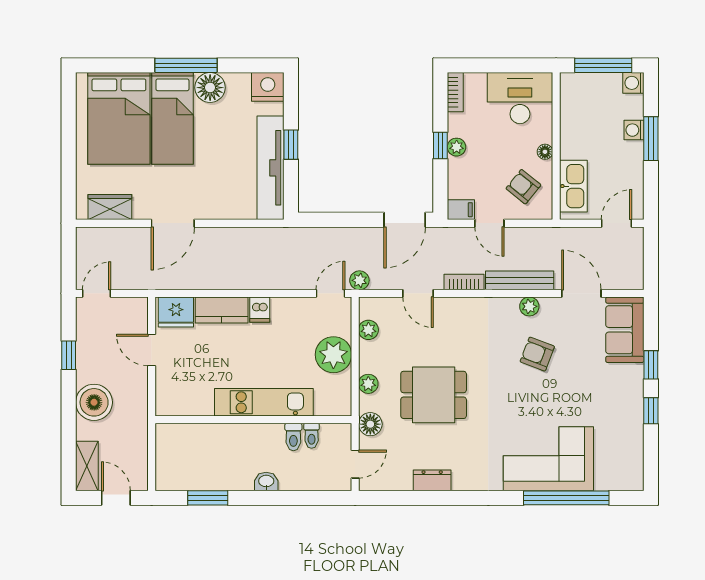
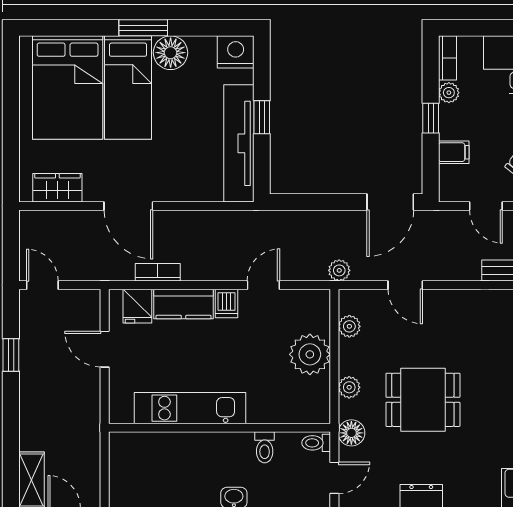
window: (186, 65) -> (143, 28), width x0.69
plant: (457, 147) -> (449, 93), moved
filing cabinet: (461, 210) -> (454, 152), moved
door: (173, 223) -> (128, 206), hinge flipped
bookcase: (464, 282) -> (158, 272), moved
door: (97, 293) -> (42, 285), hinge flipped
door: (330, 293) -> (263, 285), moved
fridge: (176, 312) -> (137, 306), width x0.72
boiler: (94, 402) -> (39, 408), removed
kitchen unit: (264, 402) -> (190, 408), moved
toilet: (312, 436) -> (316, 443), moved, turned 90

